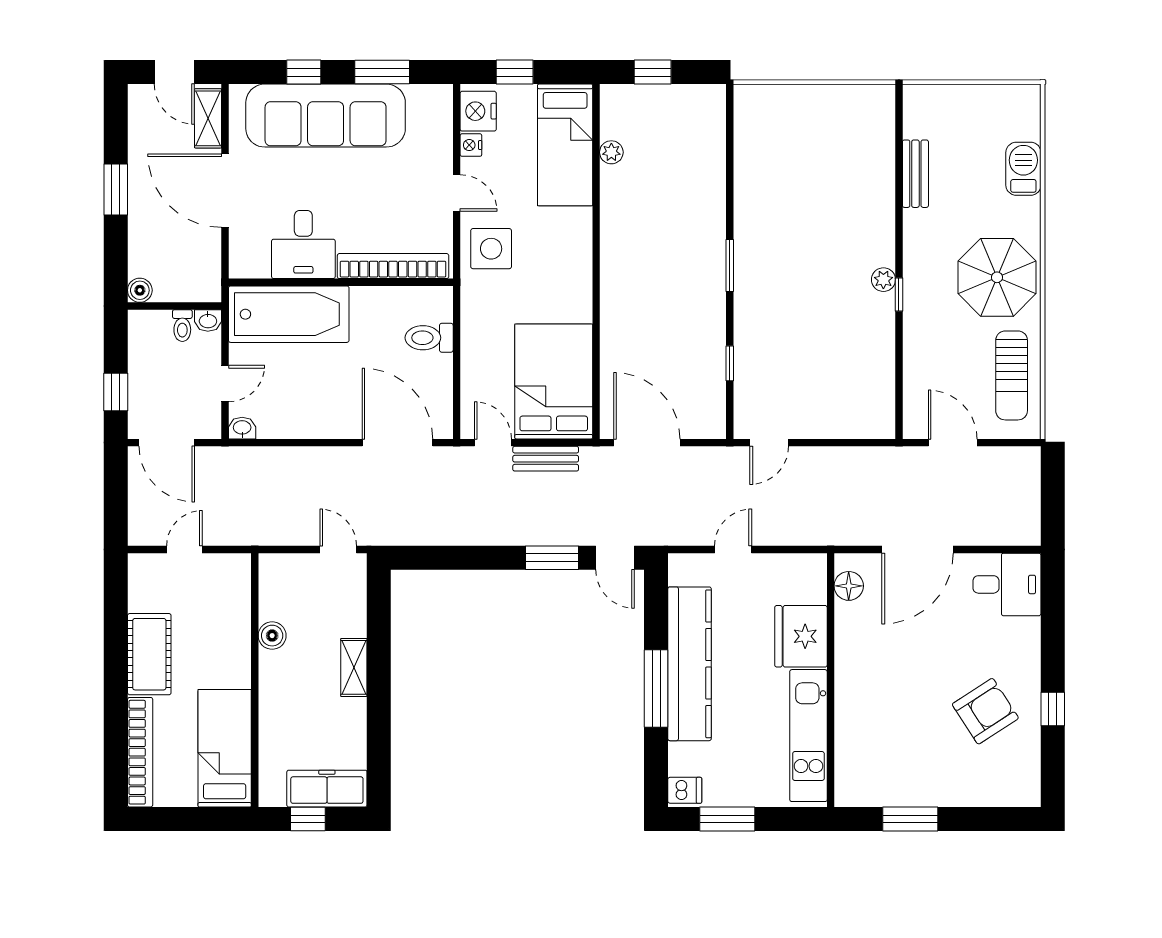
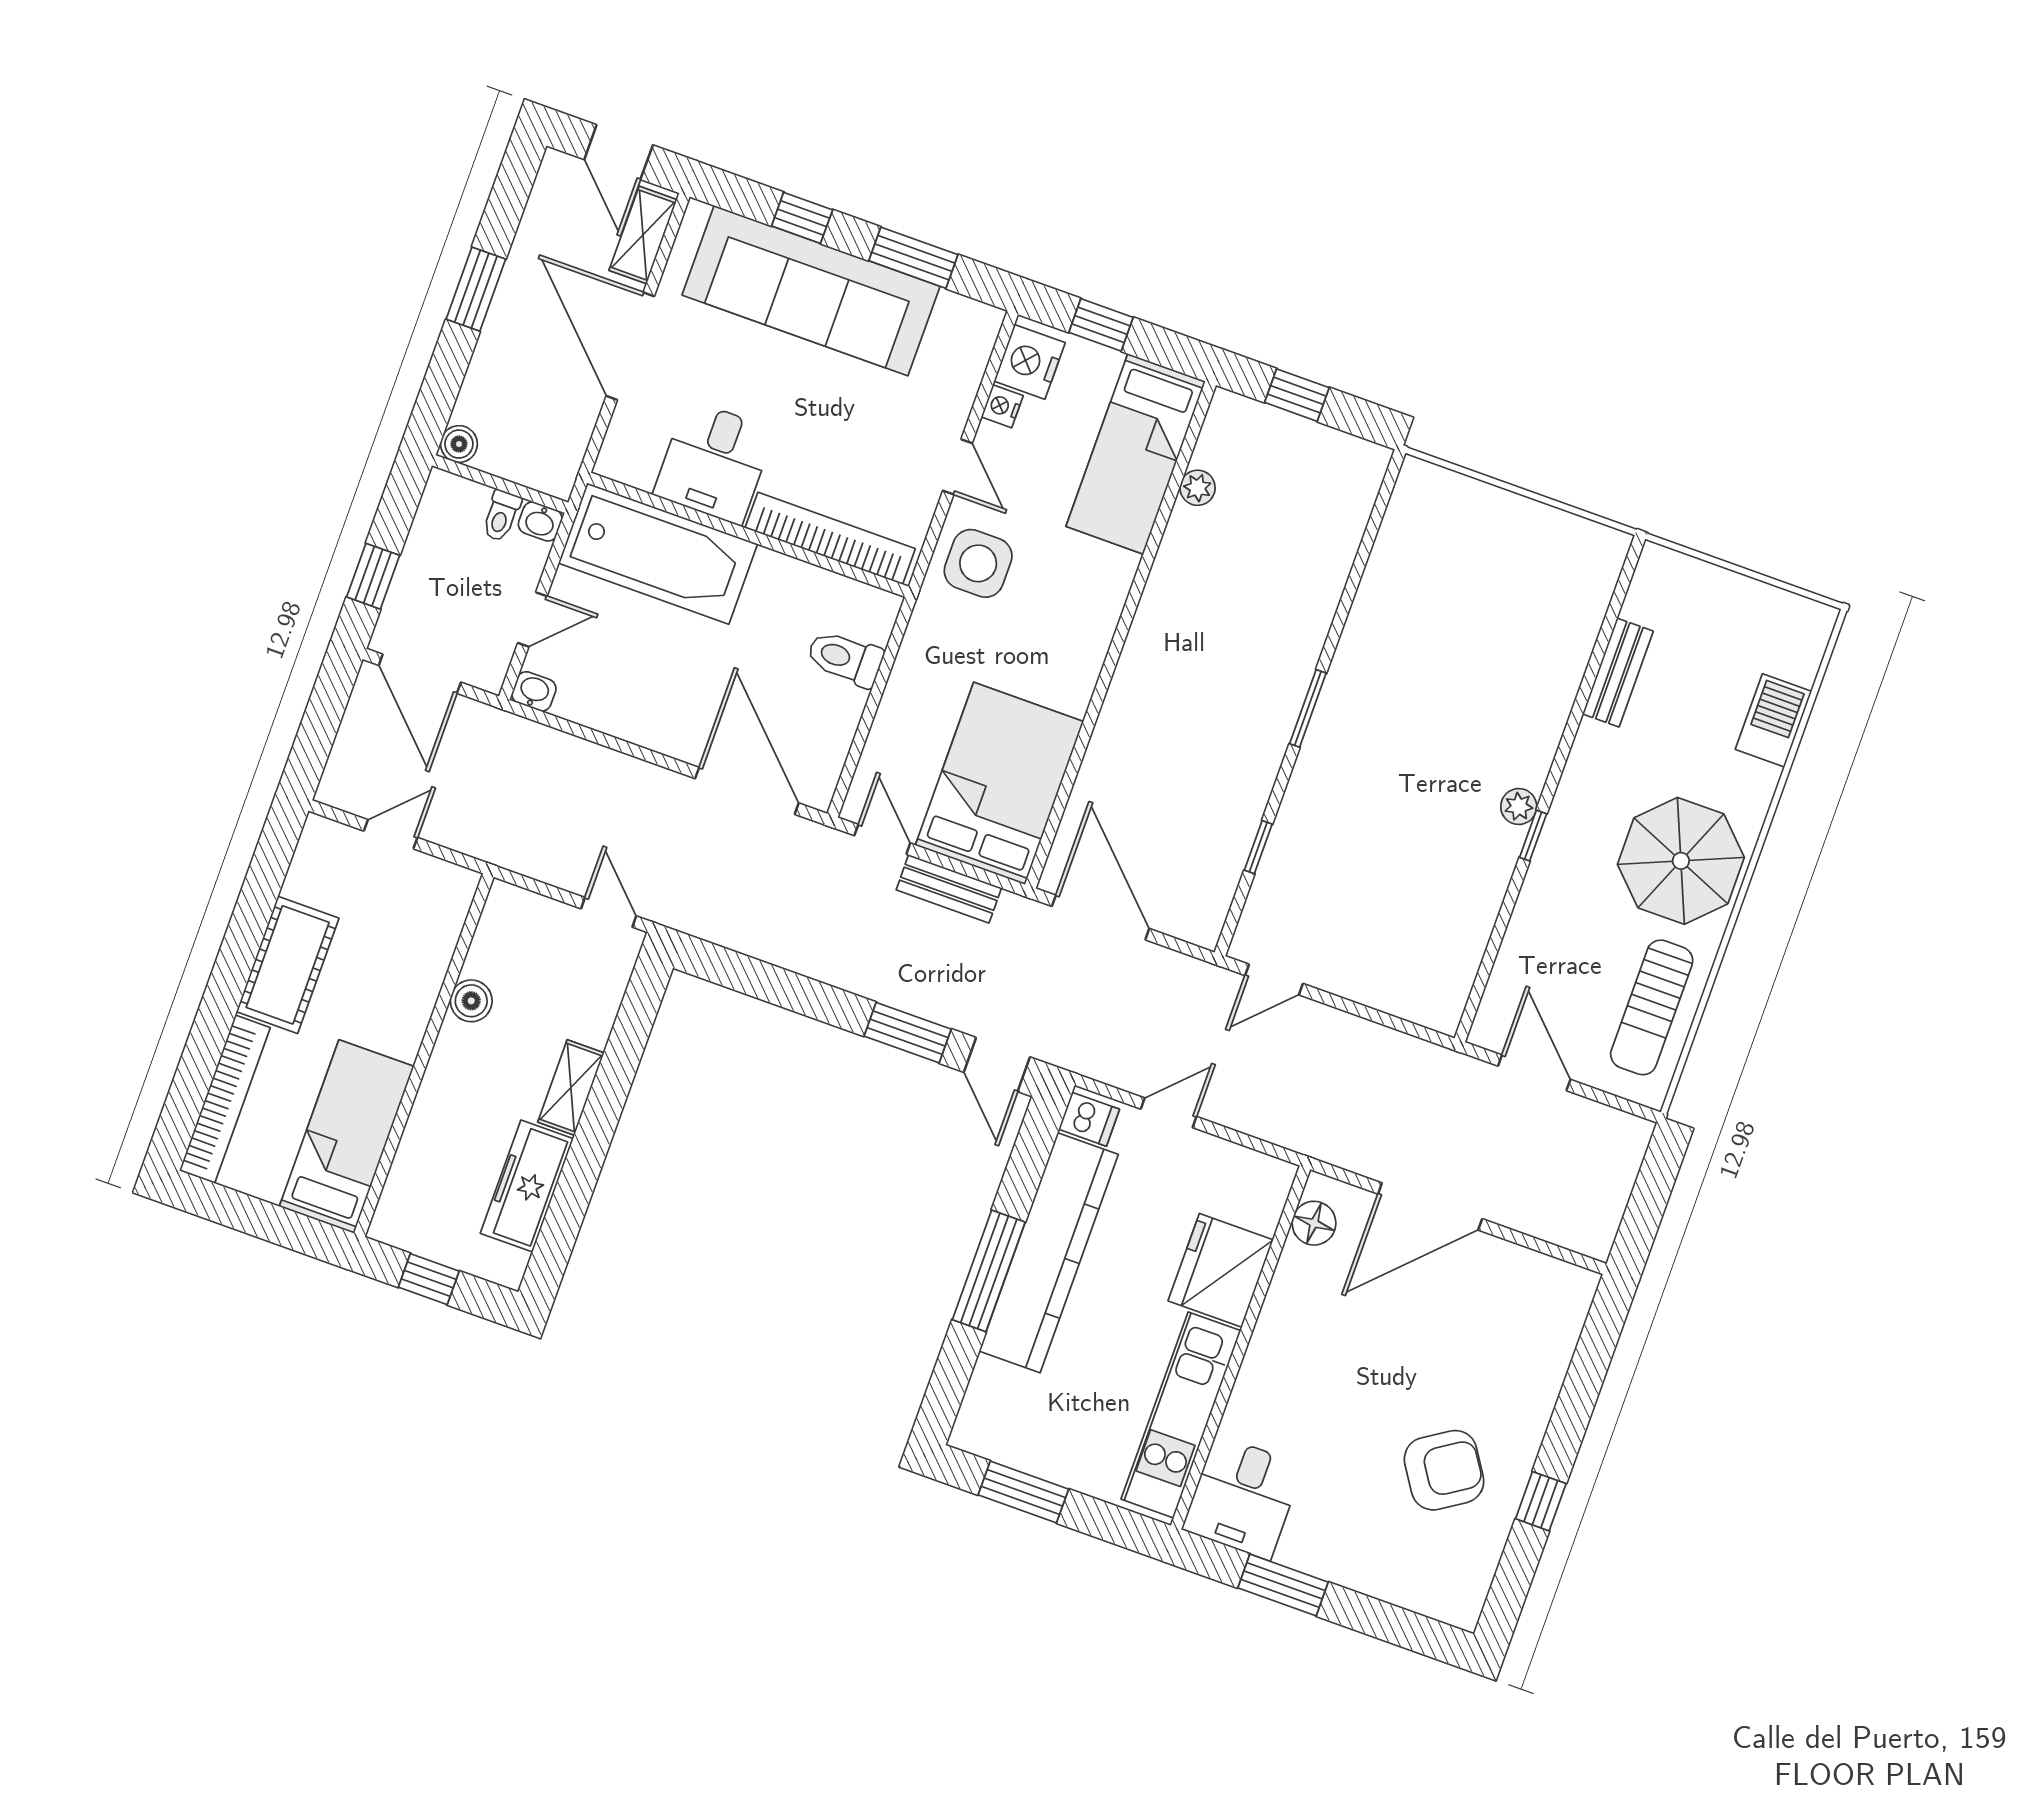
desk: (1007, 584) -> (1243, 1497), moved, turned 90
freezer: (327, 789) -> (527, 1186), moved, turned -90
dishwasher: (685, 790) -> (1089, 1119), moved

